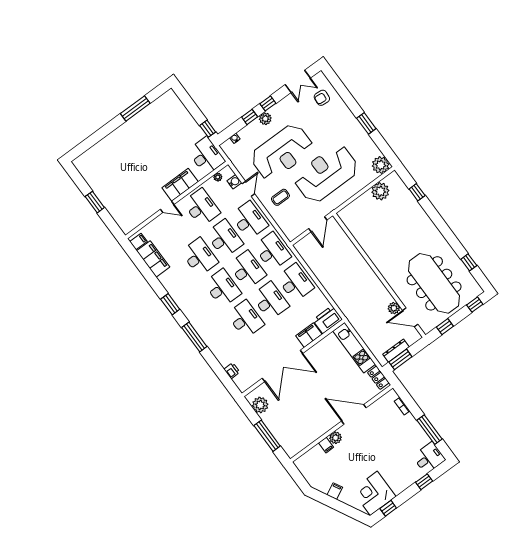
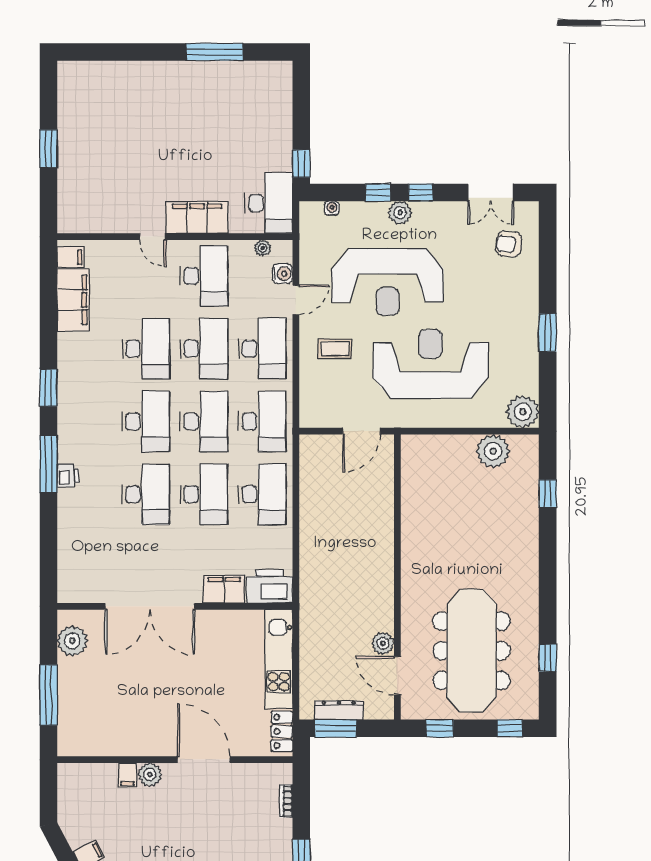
printer: (232, 371) -> (68, 476), moved

